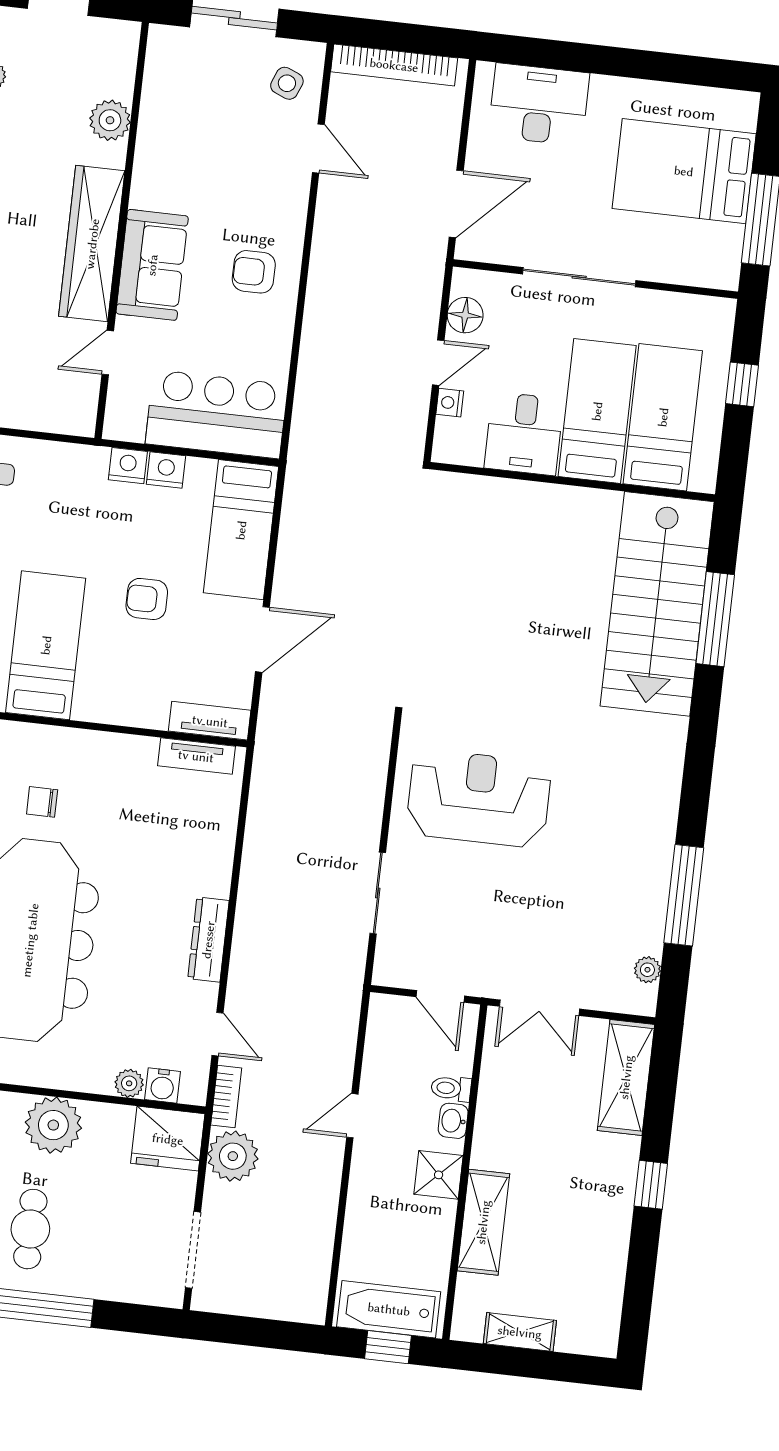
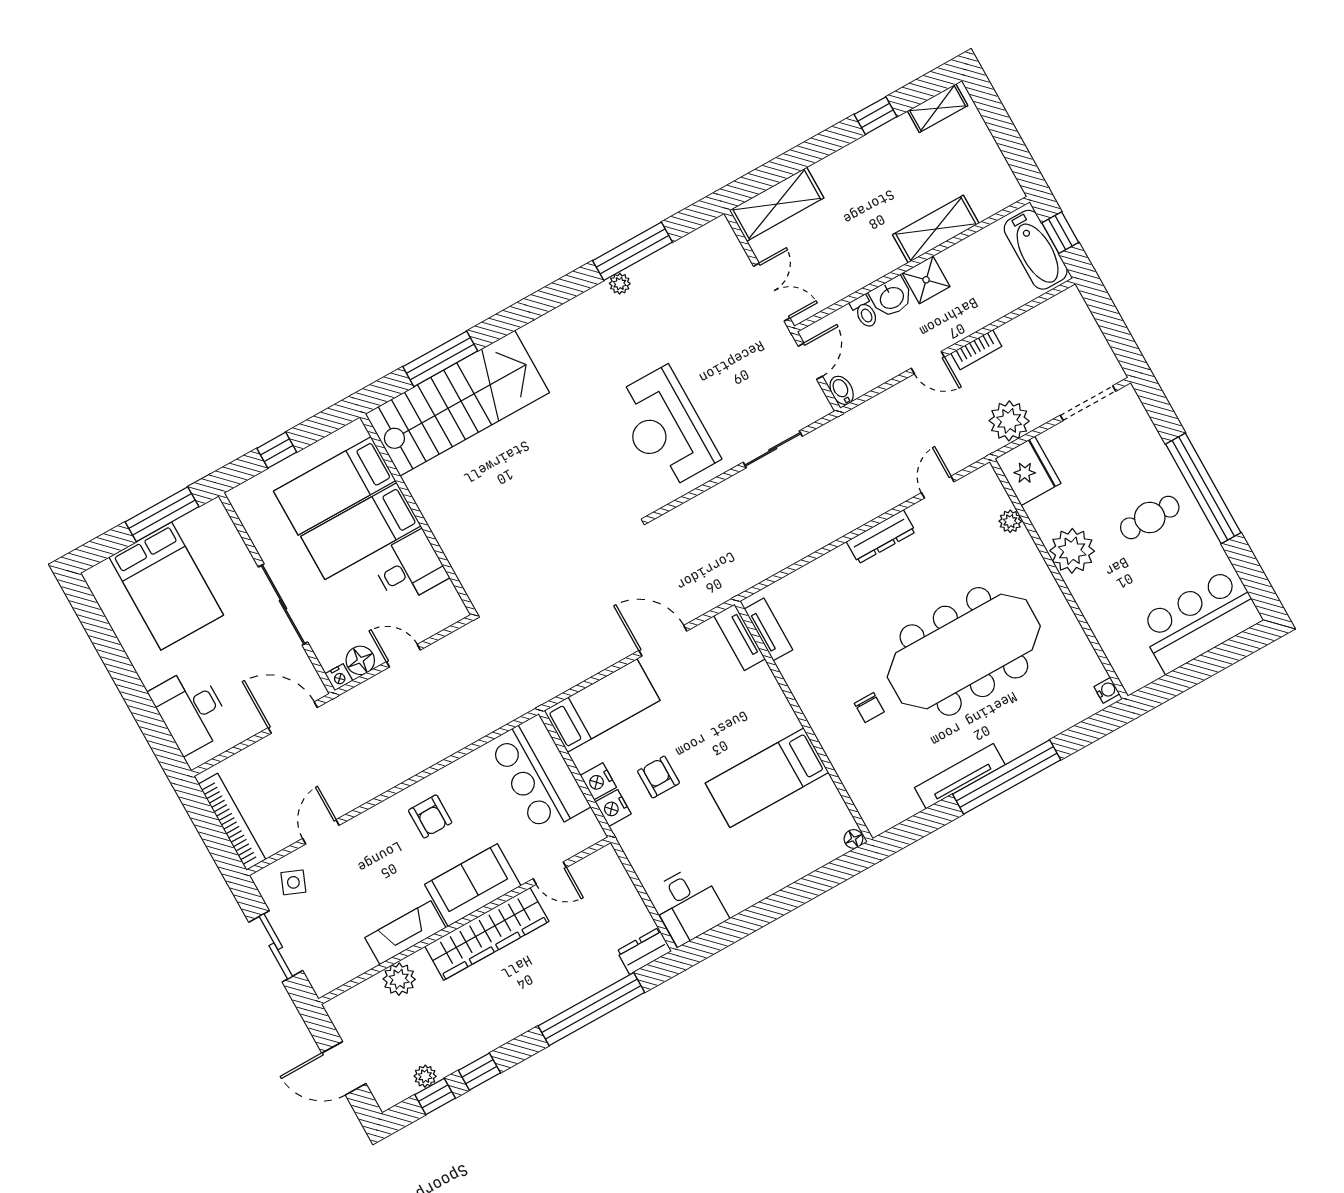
fireplace: (153, 161) -> (405, 933), added
nightstand: (450, 403) -> (339, 677), moved
armchair: (147, 599) -> (658, 777), moved, turned 180
plant: (647, 970) -> (620, 284), moved
bidet: (387, 1007) -> (842, 390), added
water cooler: (162, 1085) -> (996, 499), removed
bookcase: (226, 1096) -> (976, 350), moved, turned 180
washbasin: (453, 1121) -> (891, 297), width x1.38, depth x1.45
window: (651, 1185) -> (876, 116), moved
shelving: (520, 1332) -> (938, 108), moved, turned 90

